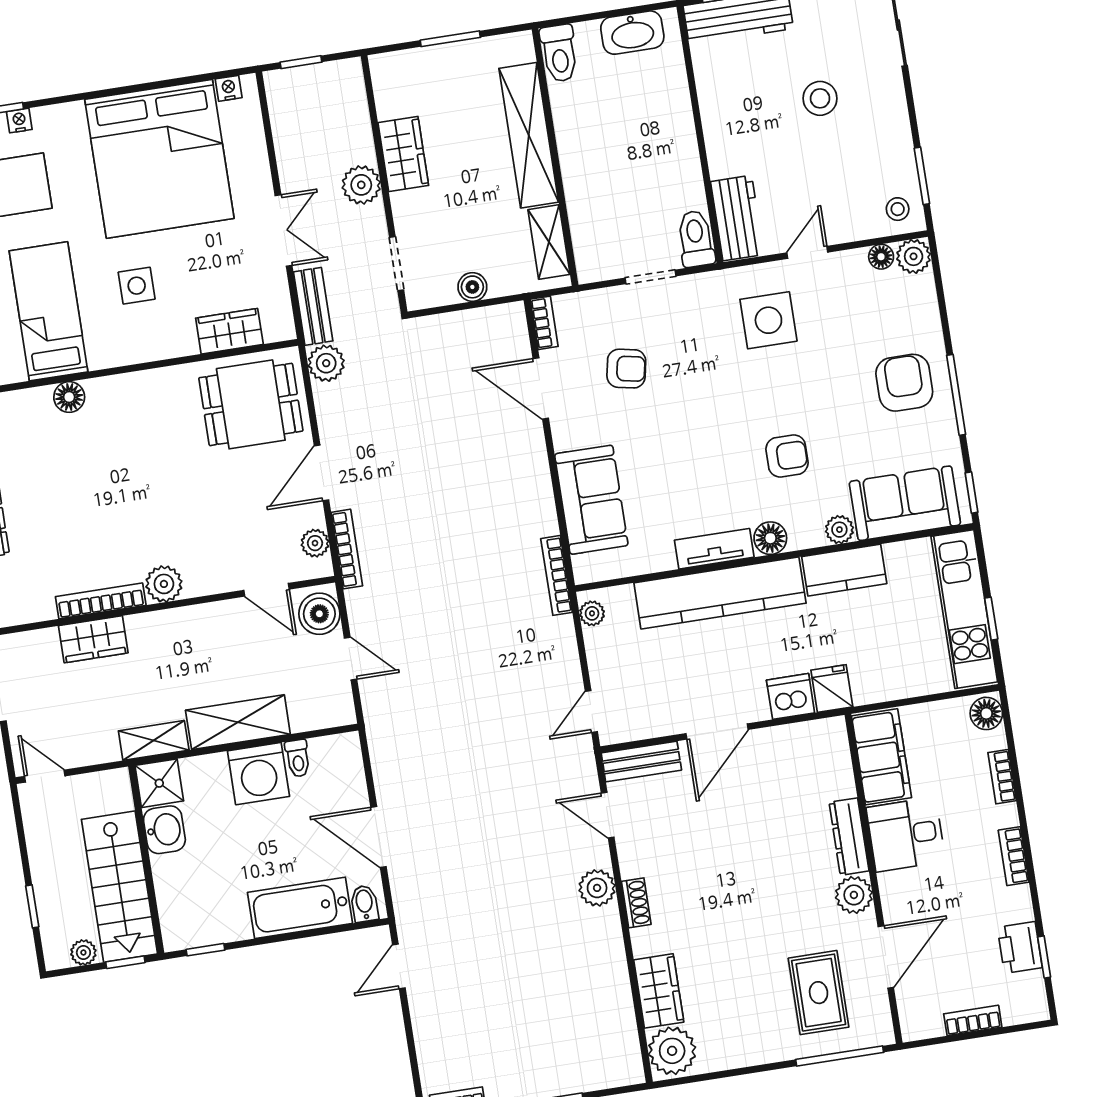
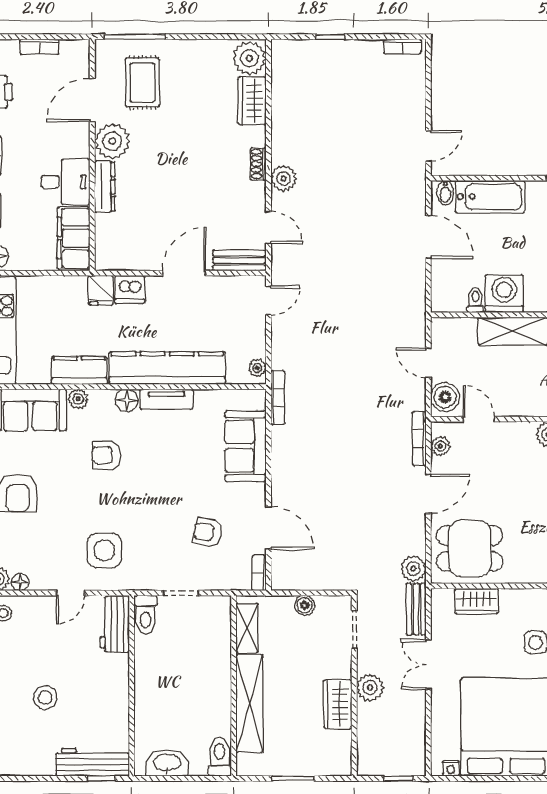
plant: (854, 895) -> (112, 141), width x1.36, depth x1.36

